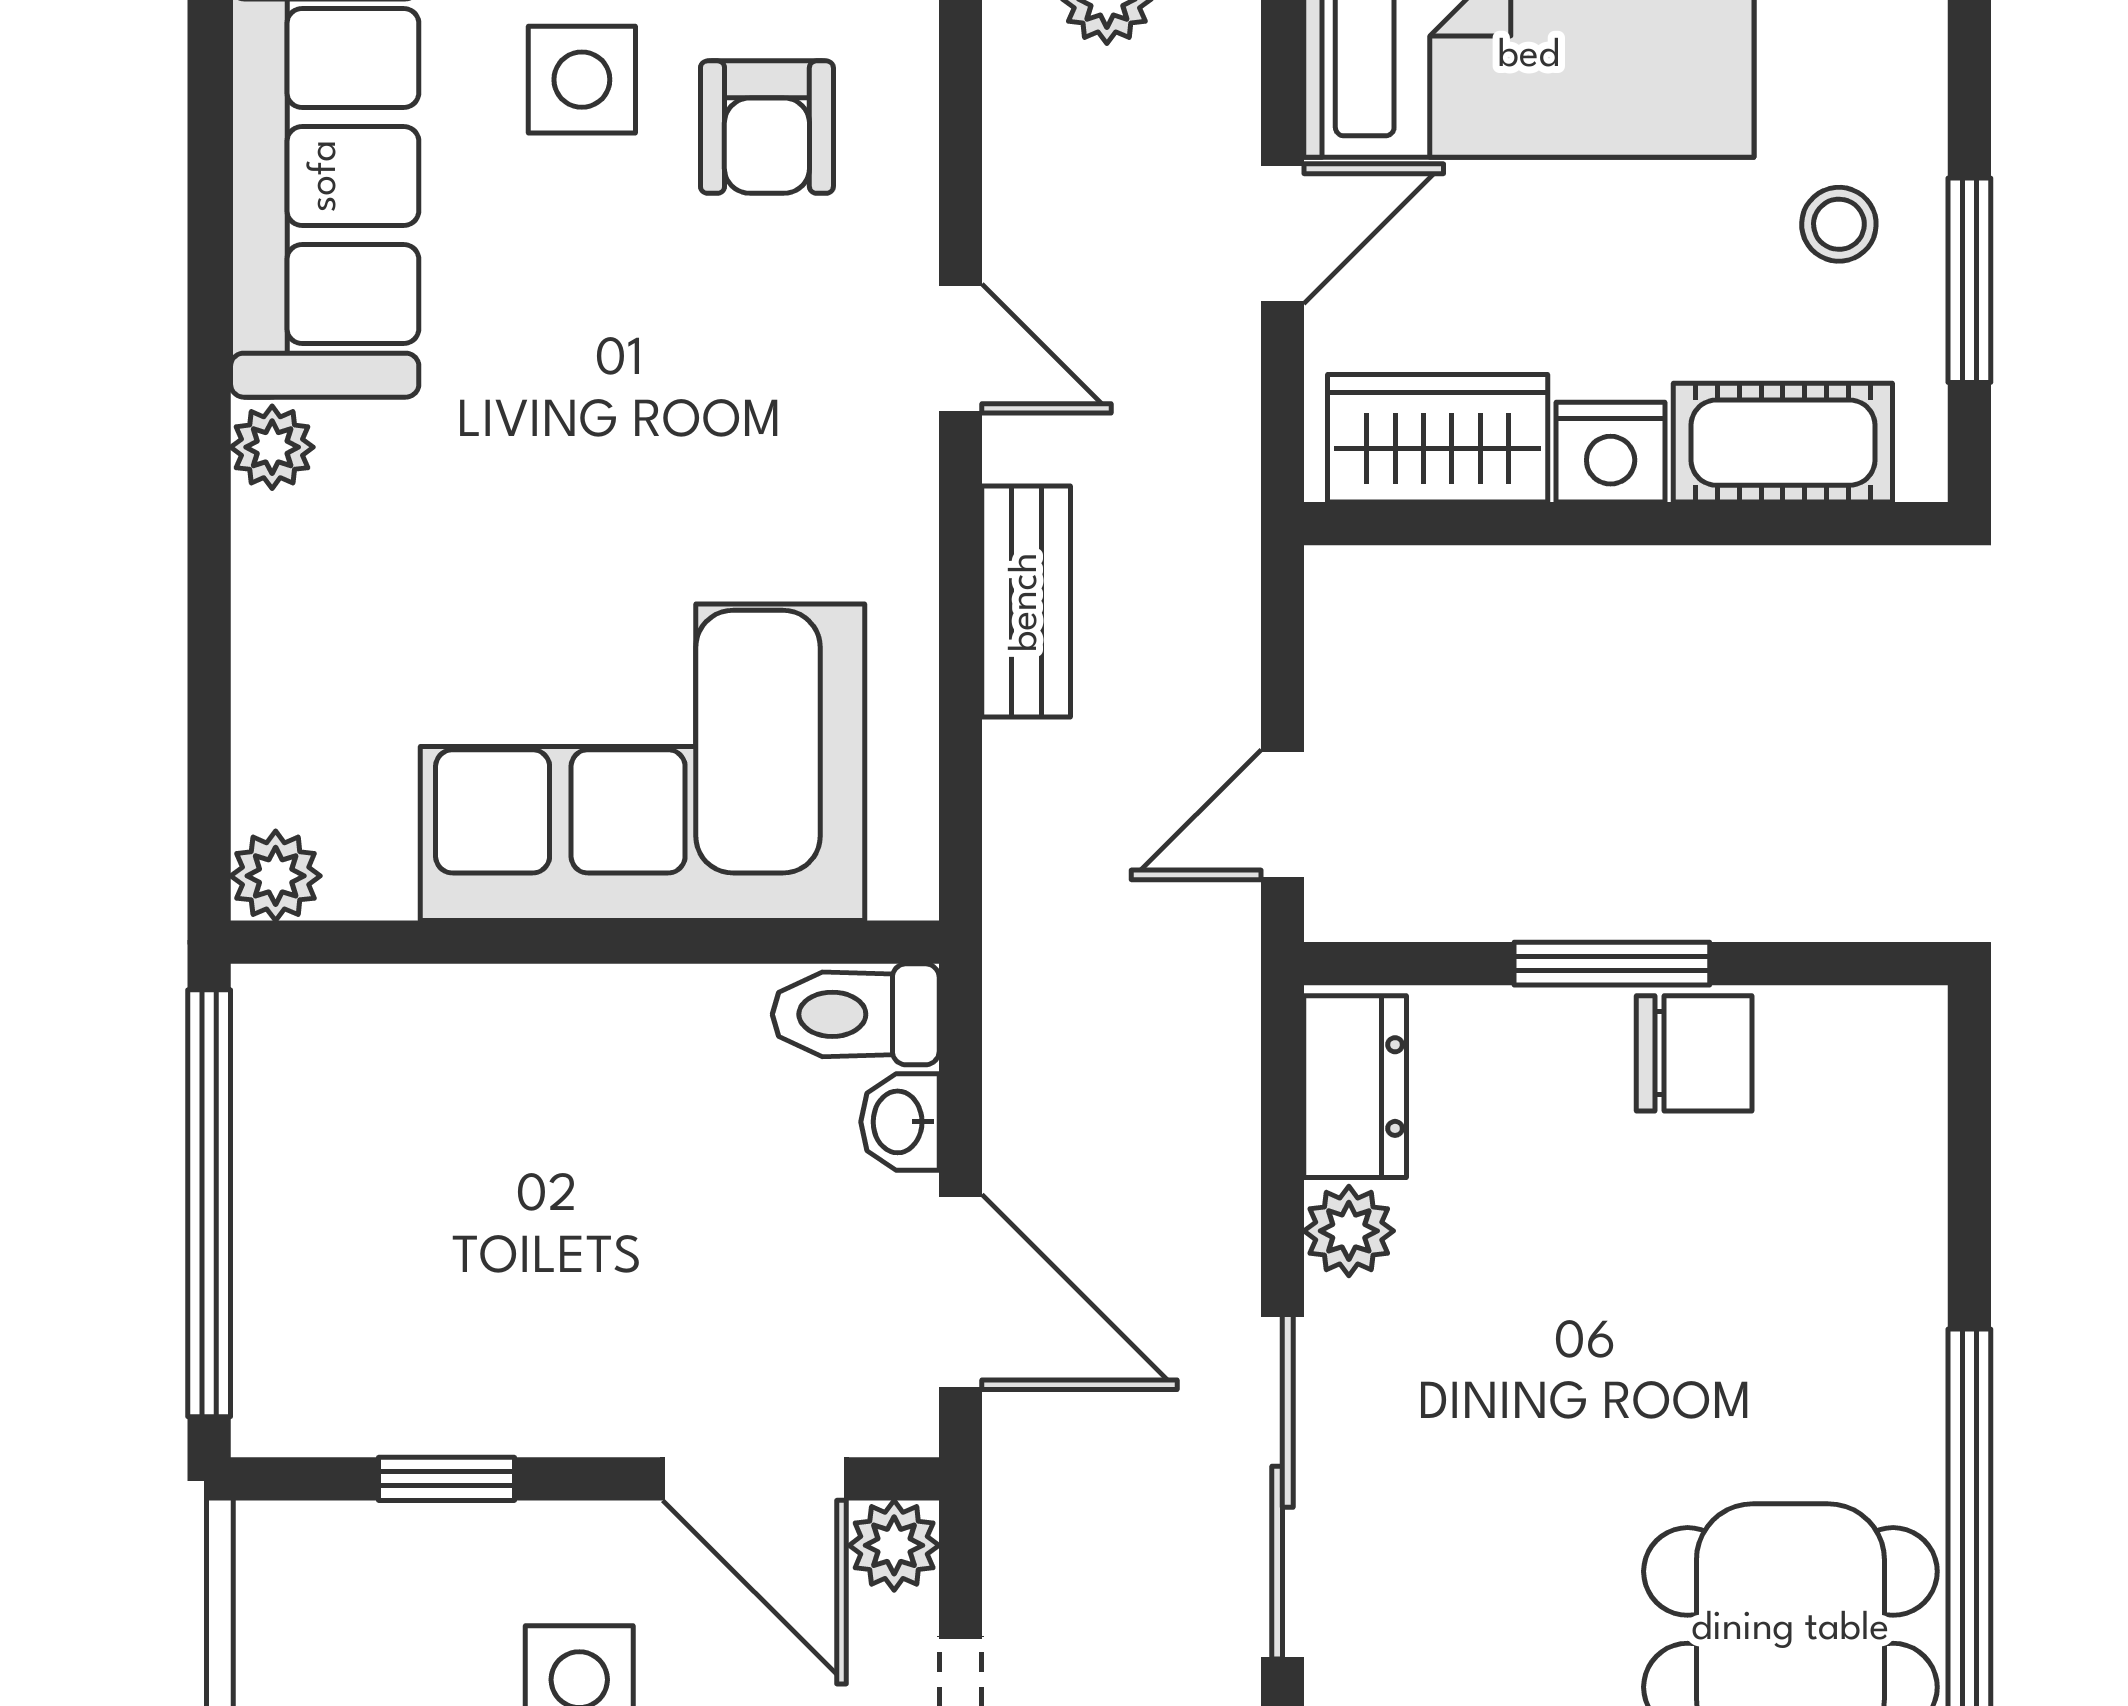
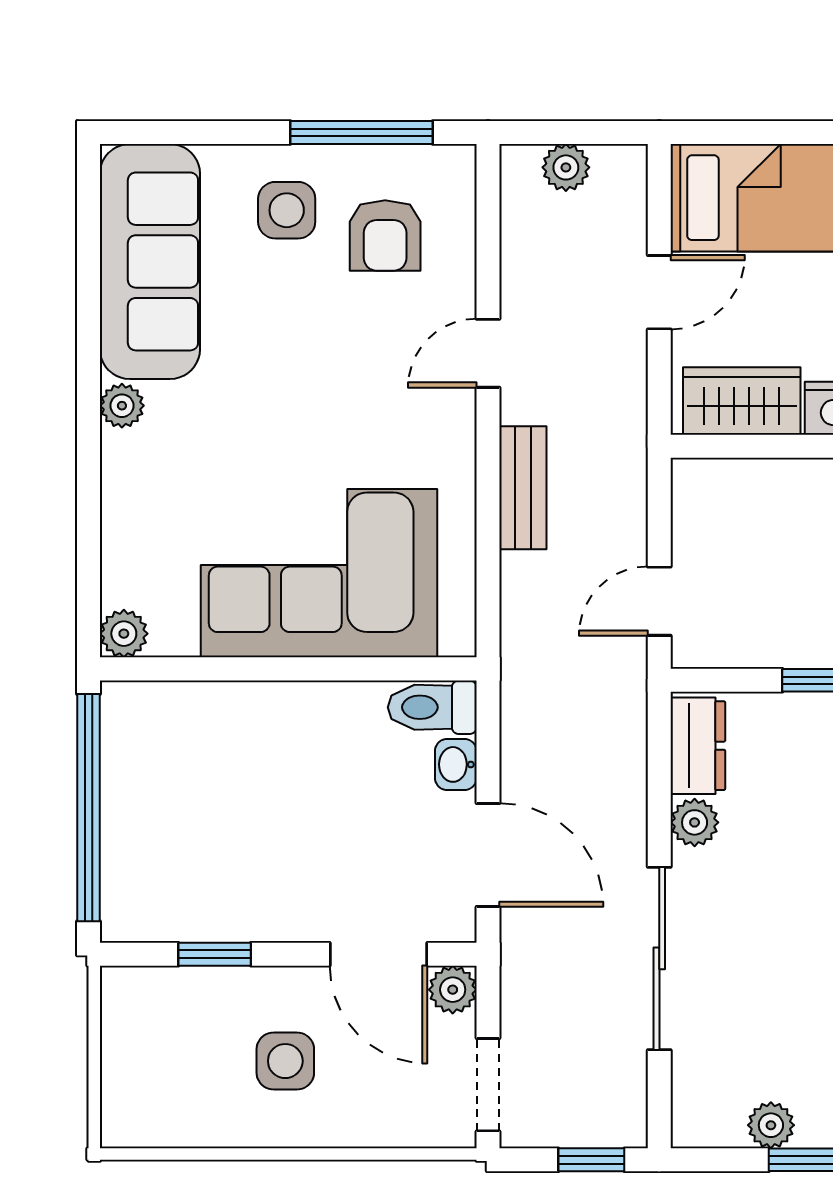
door: (961, 349) -> (488, 353), swing flipped

